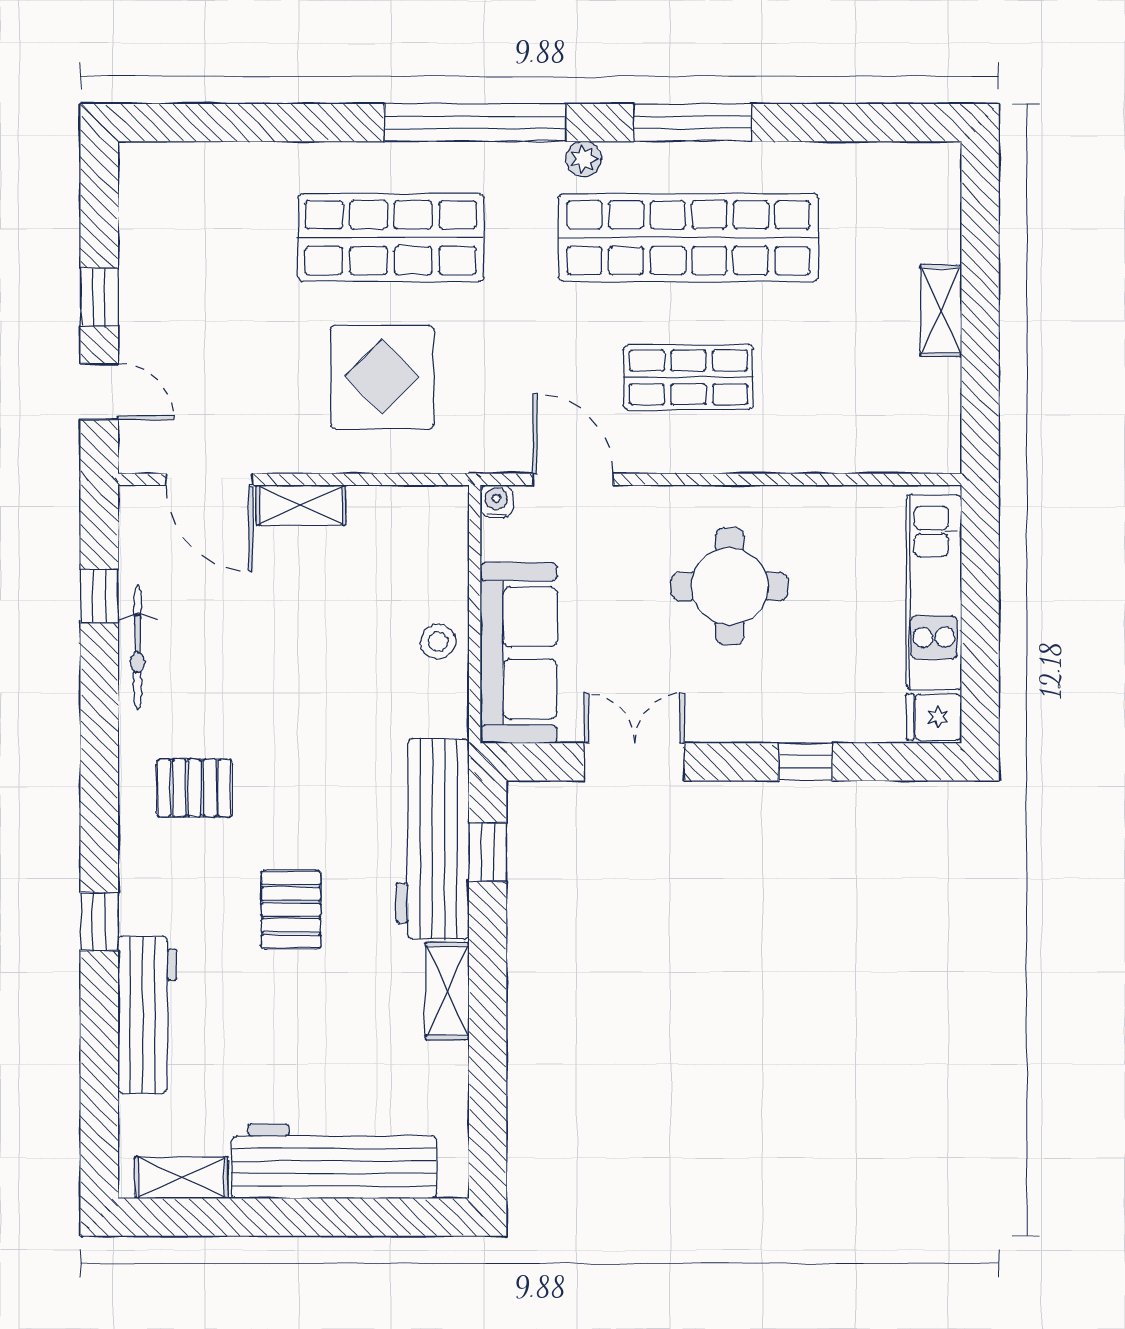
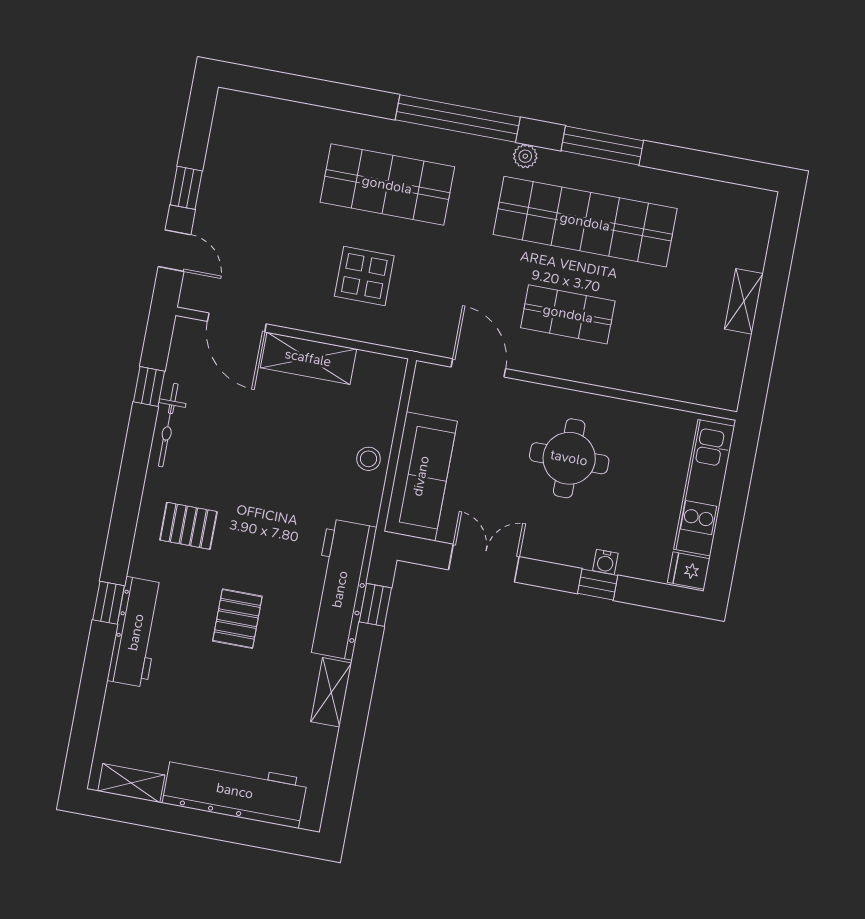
display table: (382, 377) -> (364, 276), width x0.73, depth x0.73
water cooler: (496, 501) -> (605, 562), moved, turned 180
shelving: (301, 505) -> (308, 358), width x1.50, depth x1.33
workbench: (147, 1015) -> (136, 632), moved

